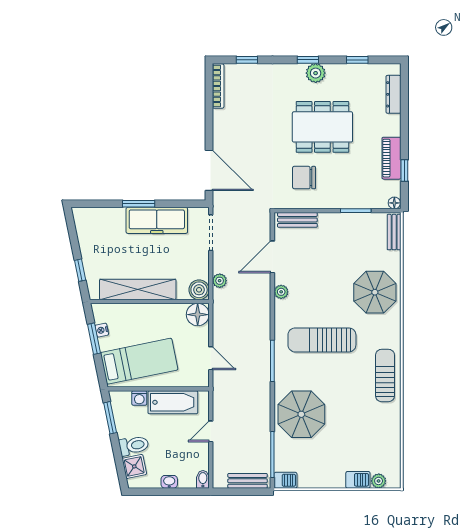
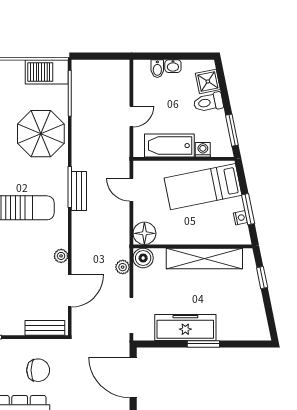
bidet: (203, 479) -> (157, 69), moved
barbecue: (285, 480) -> (47, 72), width x1.88, depth x1.53
bench: (248, 481) -> (79, 191), moved, turned 90

